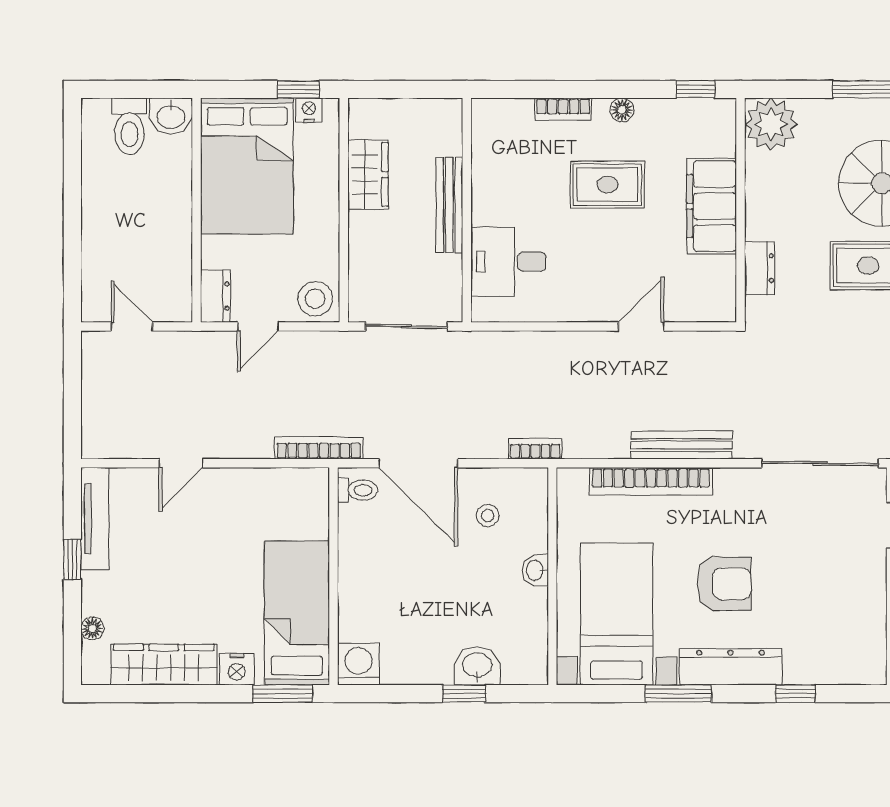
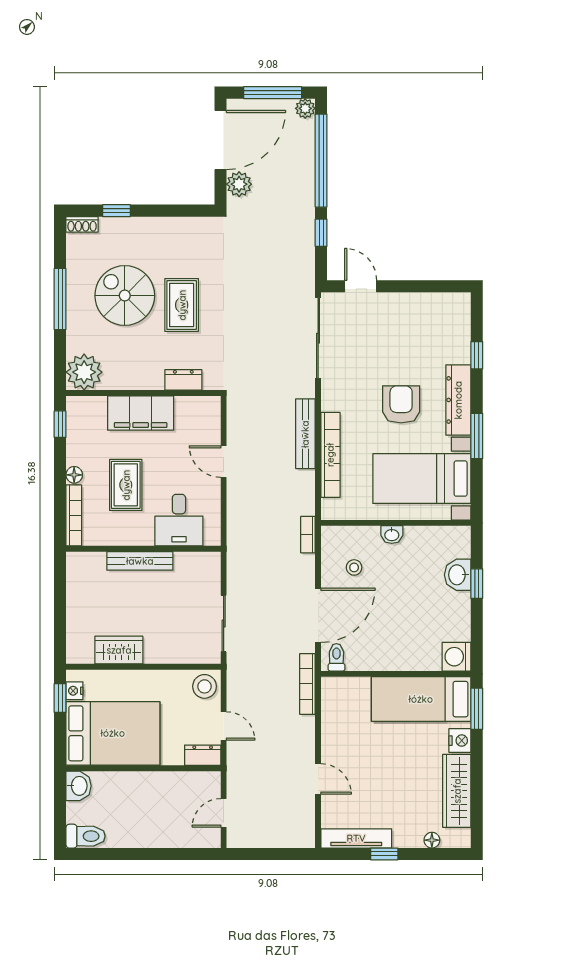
bookcase: (563, 109) -> (74, 515), width x1.56
toilet: (129, 126) -> (86, 836), moved
bench: (449, 205) -> (140, 561), moved
wall: (467, 210) -> (143, 549), moved
desk: (508, 262) -> (179, 520), moved

